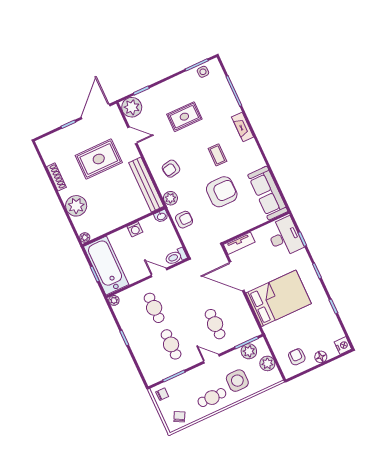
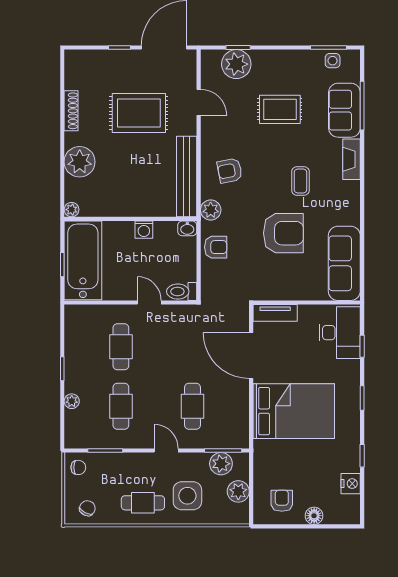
sofa: (224, 99) -> (344, 110), added
plant: (132, 107) -> (236, 64), moved
plant: (114, 300) -> (72, 401), moved
nightstand: (343, 346) -> (351, 484), moved

